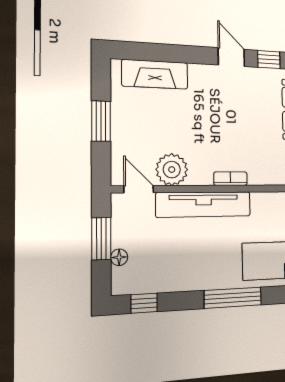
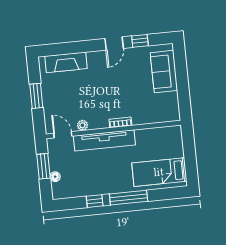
door: (231, 57) -> (114, 43), swing flipped
plant: (172, 170) -> (82, 125), width x0.53, depth x0.53
window: (144, 303) -> (95, 201), moved

